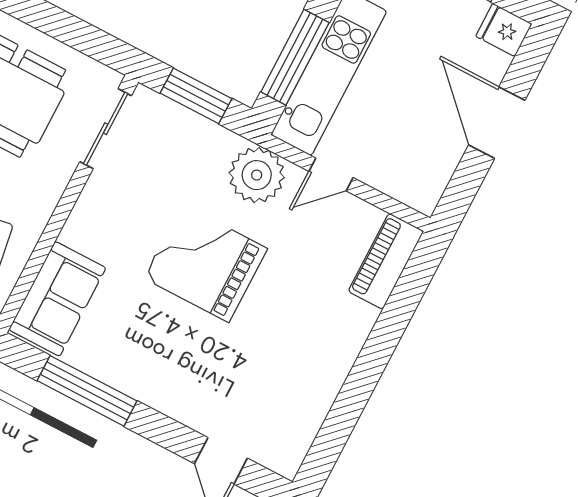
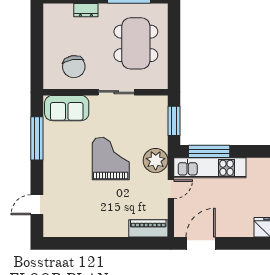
door: (497, 123) -> (201, 243), moved
sliding door: (106, 129) -> (116, 92), moved
door: (331, 174) -> (171, 189), swing flipped

